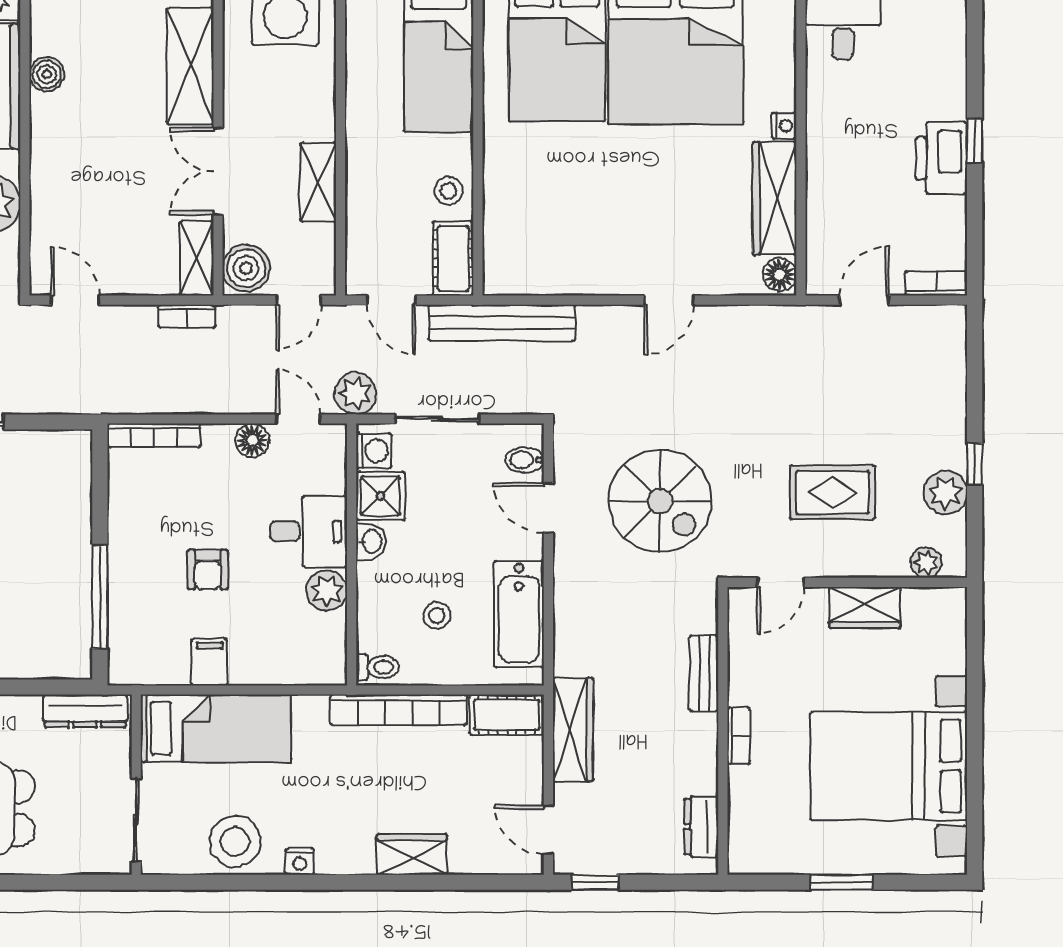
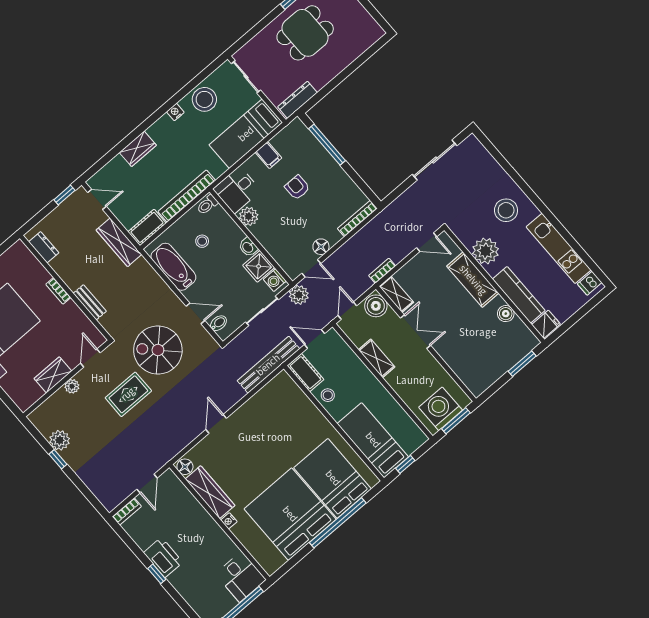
shelving: (190, 66) -> (473, 280), moved
rug: (832, 492) -> (128, 394), moved
desk: (309, 531) -> (237, 190), moved
plant: (926, 562) -> (72, 386), moved

